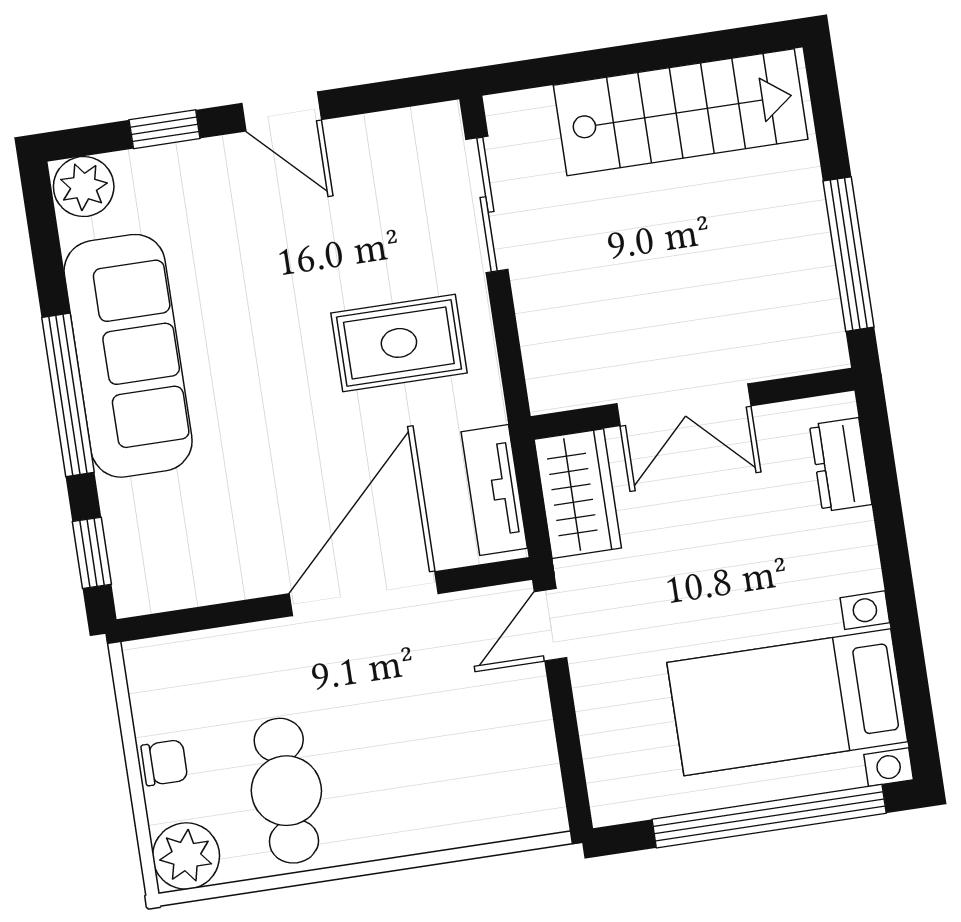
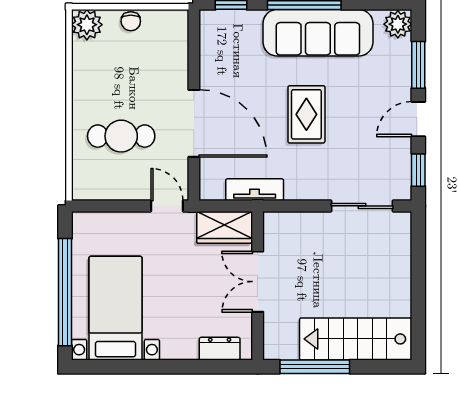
window: (391, 95) -> (418, 170), added
stairs: (681, 112) -> (356, 339), moved, turned 90
window: (165, 129) -> (418, 65), width x1.50
rug: (399, 343) -> (306, 114), moved
tv unit: (494, 490) -> (255, 190), moved
cafe table: (286, 791) -> (121, 136), moved

